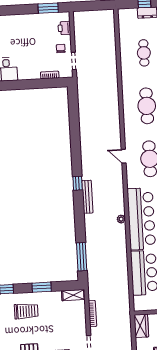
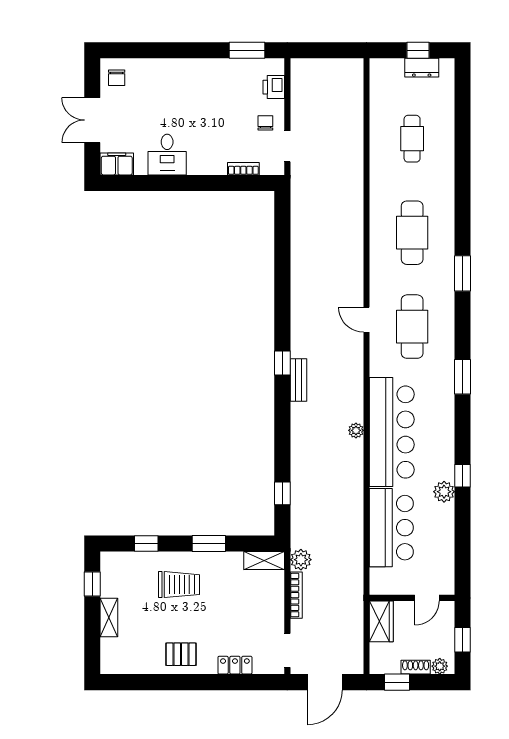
bench: (87, 197) -> (298, 380), width x0.73
window: (82, 257) -> (282, 493), width x0.46
plant: (94, 293) -> (301, 560), added

